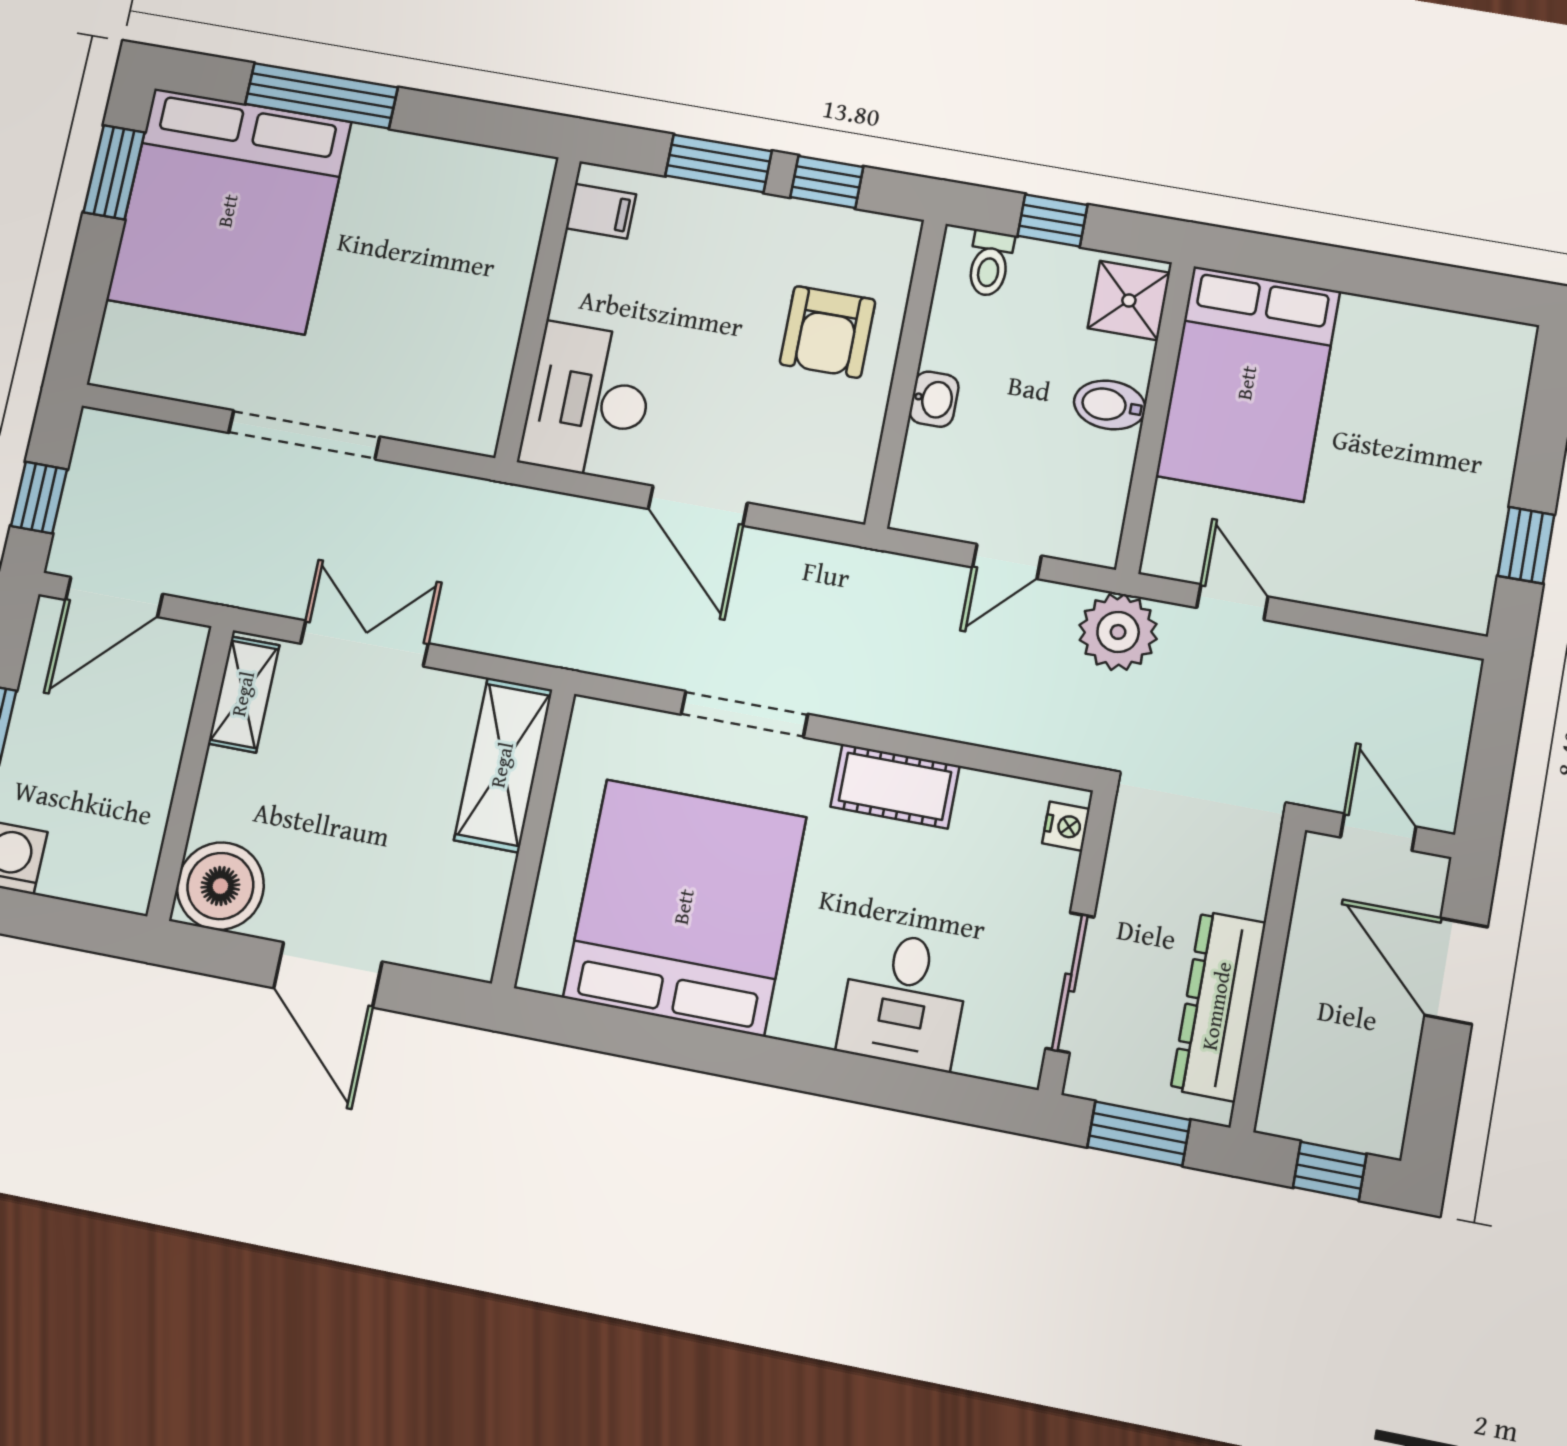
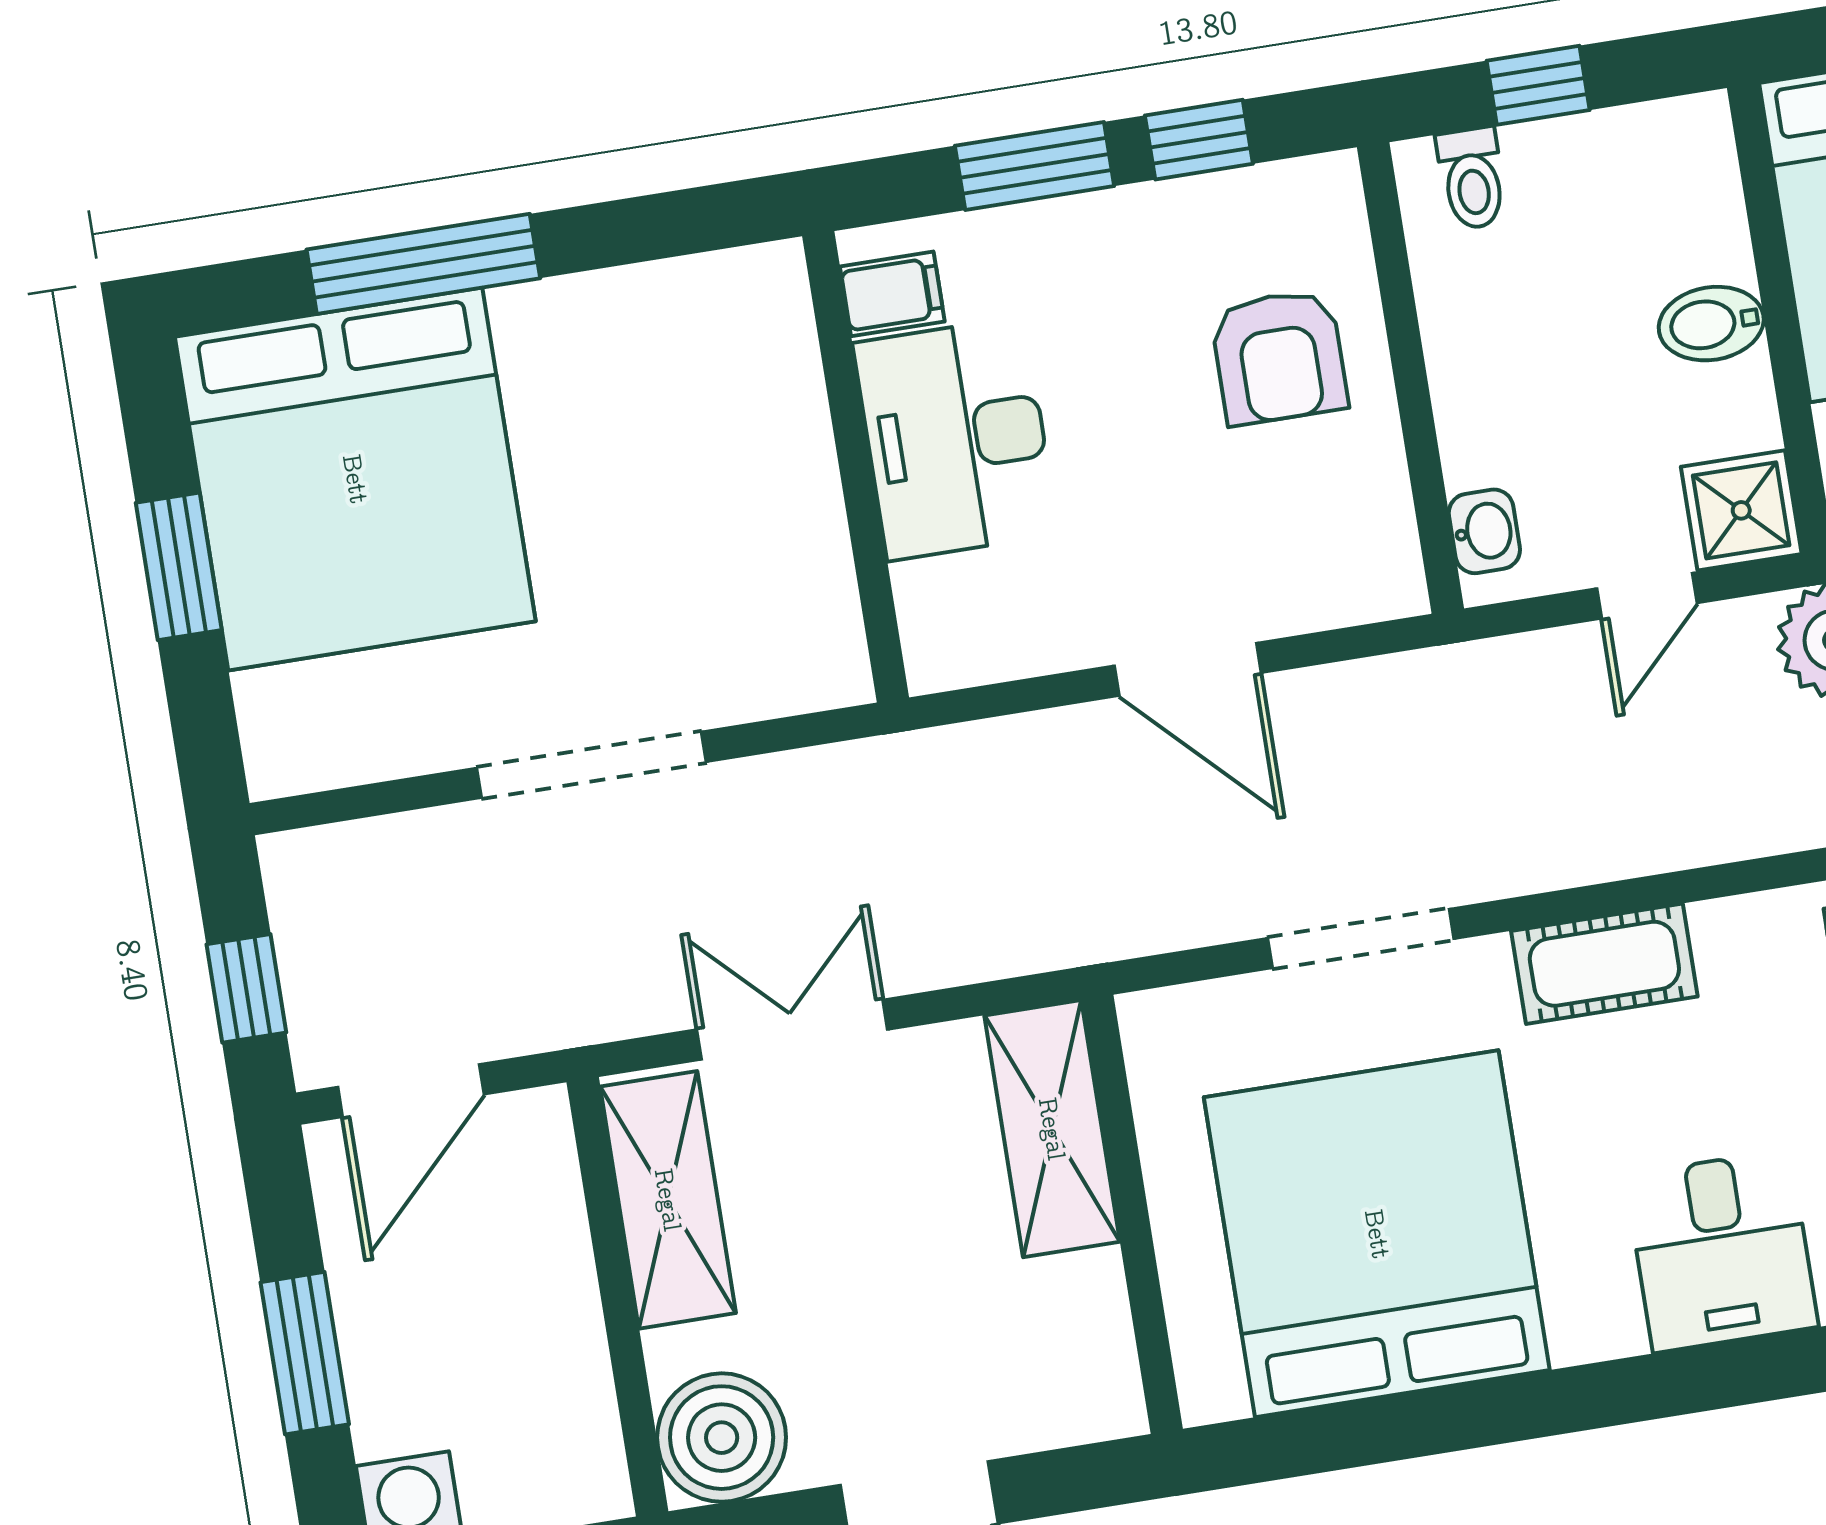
window: (114, 172) -> (179, 566), moved
shower: (1129, 300) -> (1741, 510), moved
washbasin: (934, 399) -> (1484, 531), moved
desk: (588, 401) -> (956, 439), moved
shelving: (244, 694) -> (668, 1200), width x1.50, depth x1.33

